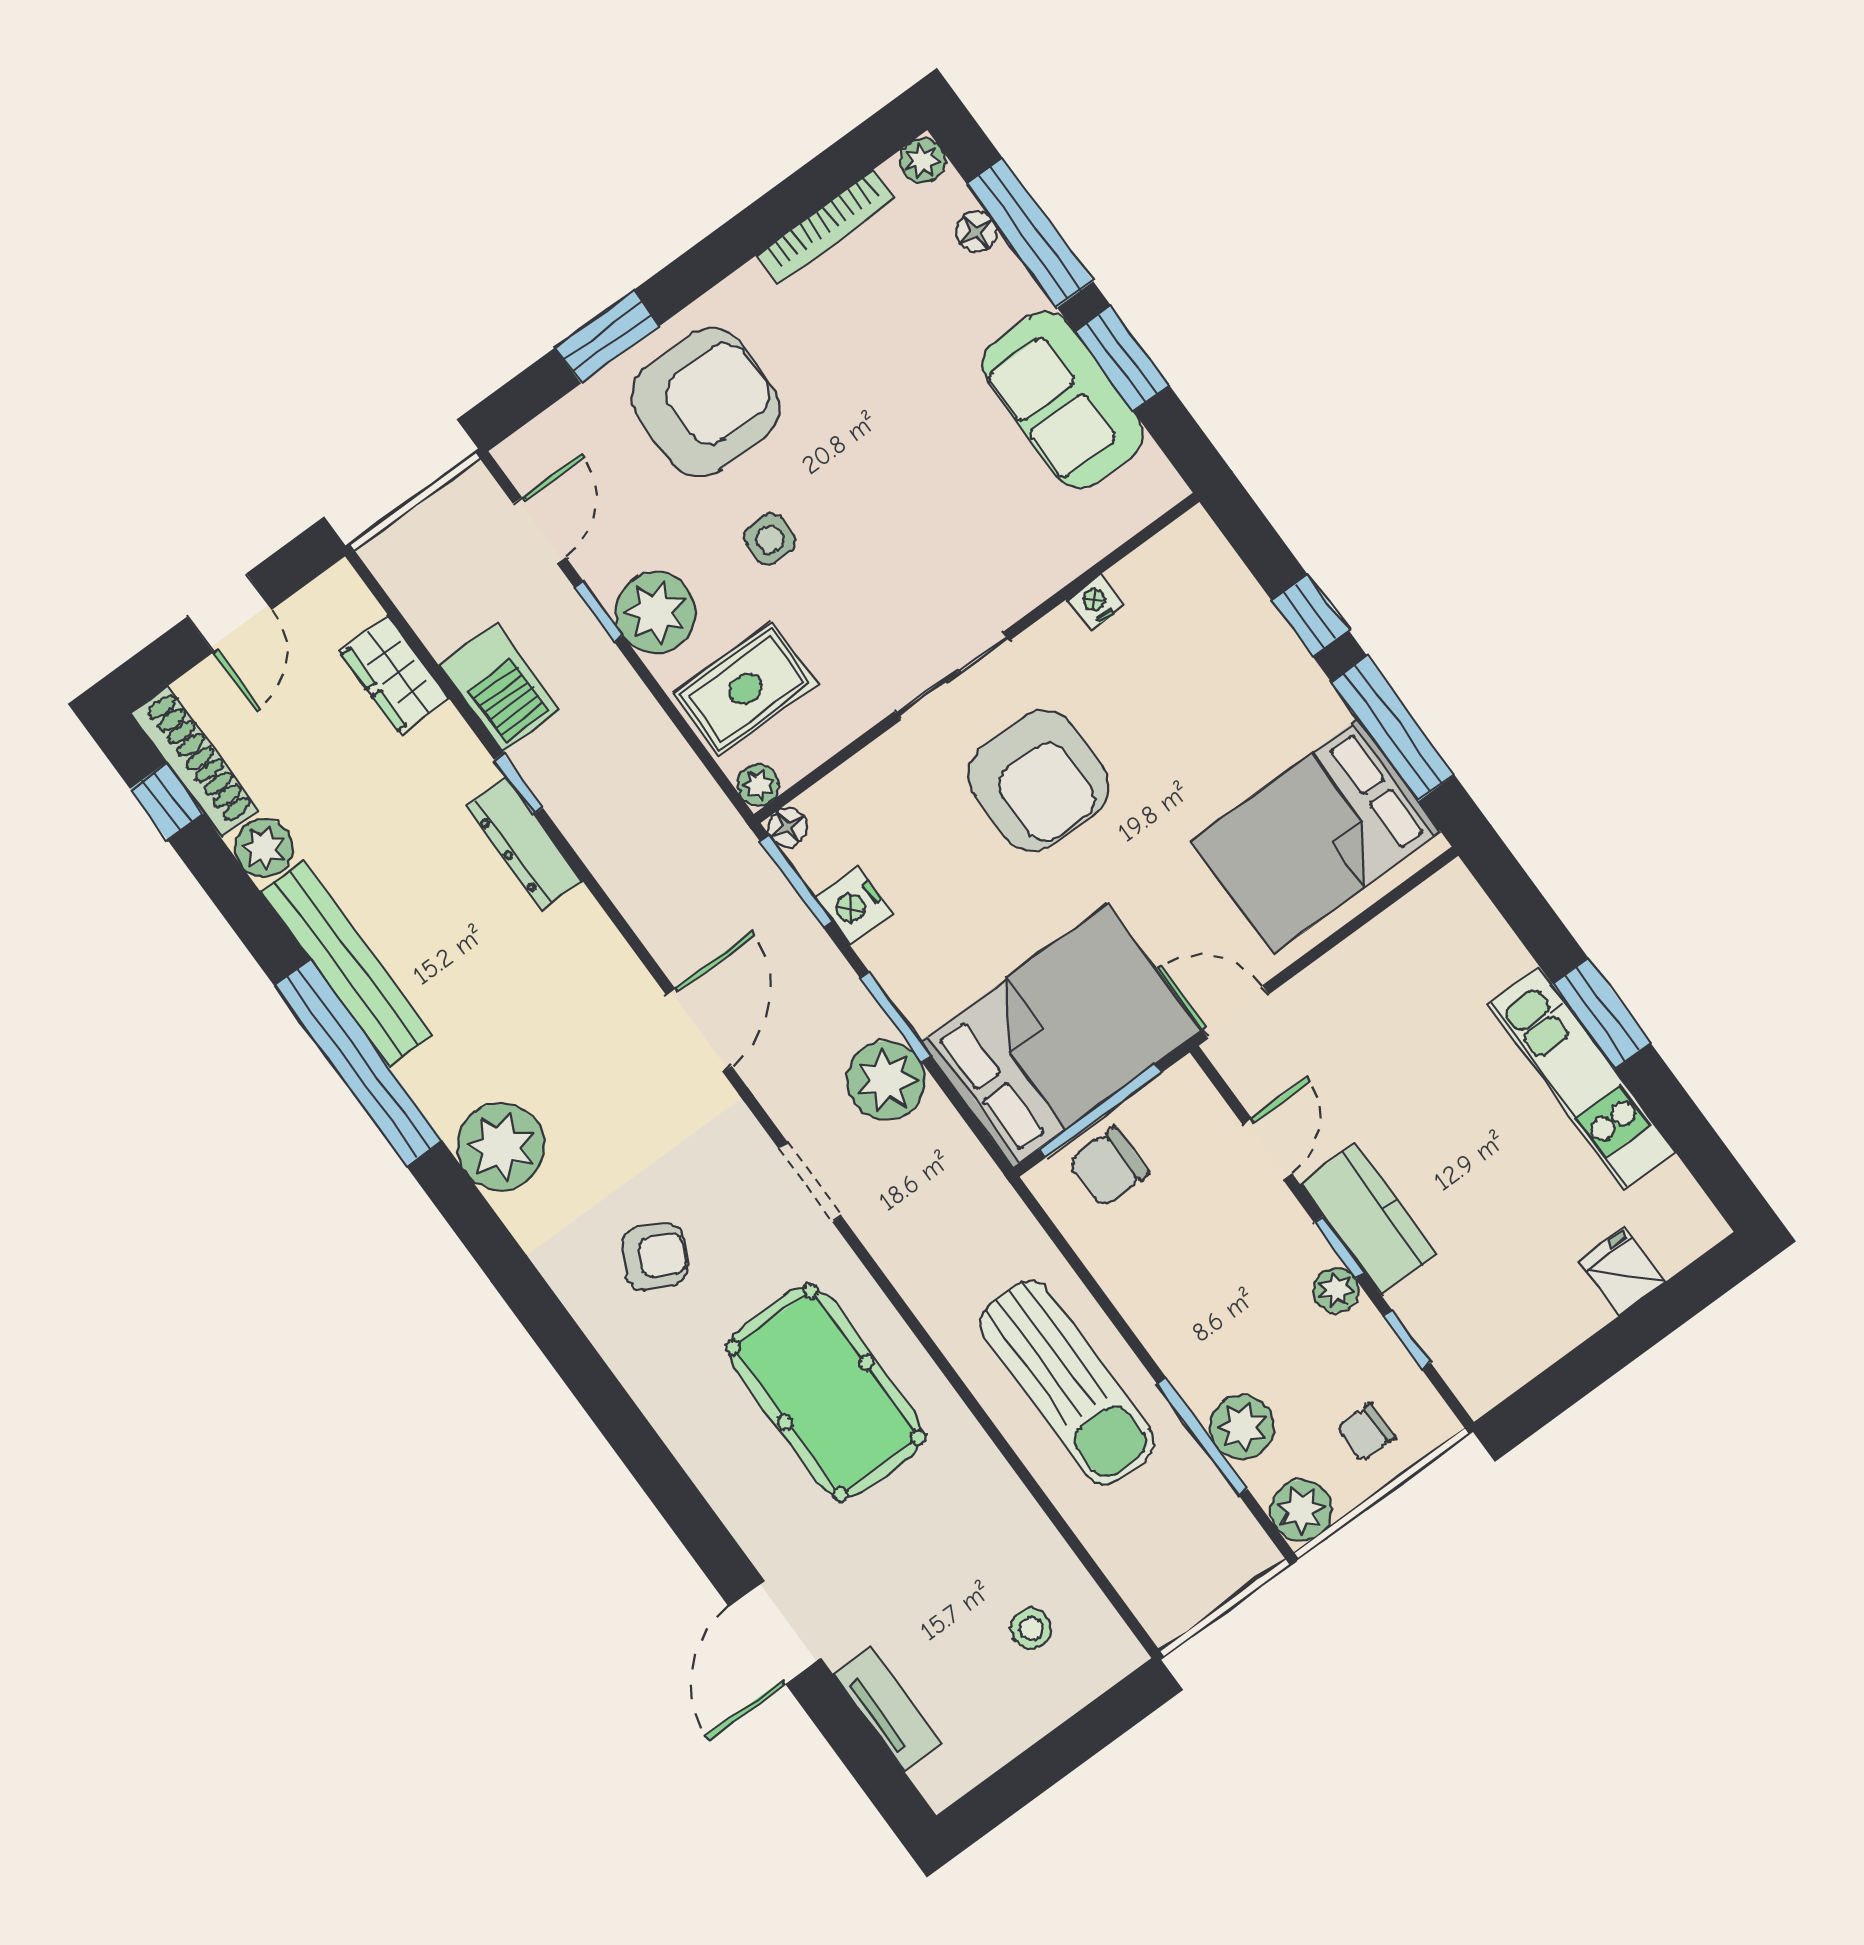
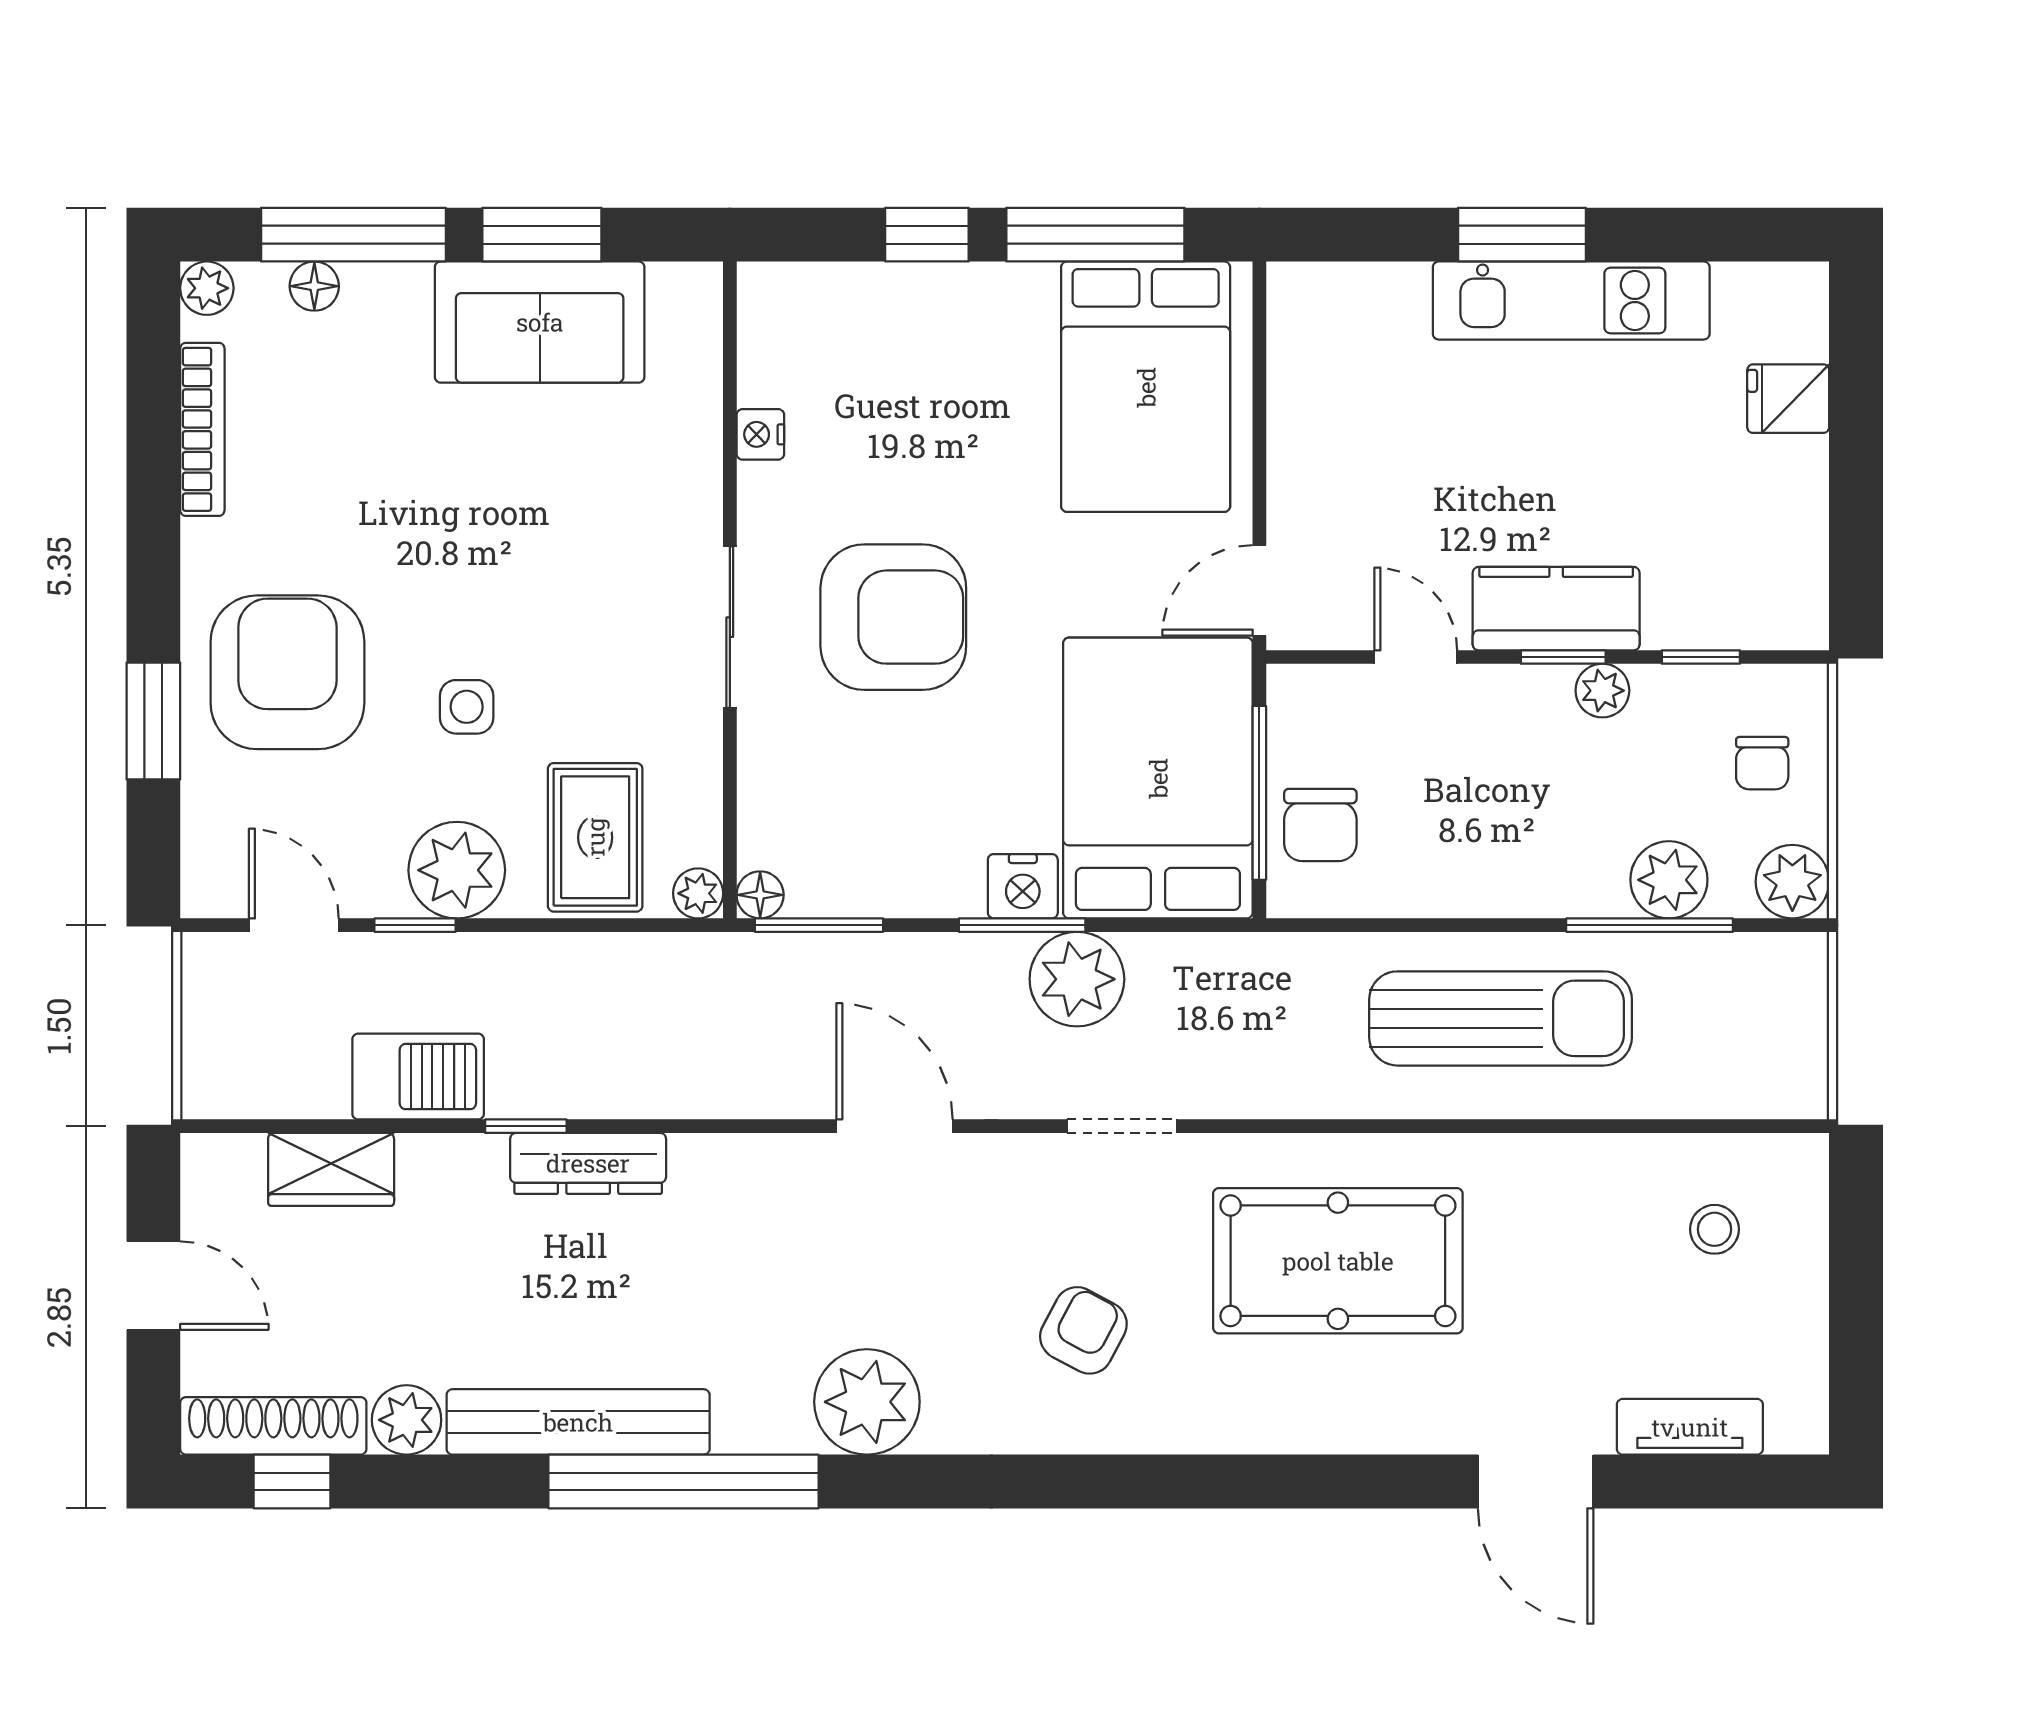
nightstand: (854, 905) -> (1023, 886), moved

